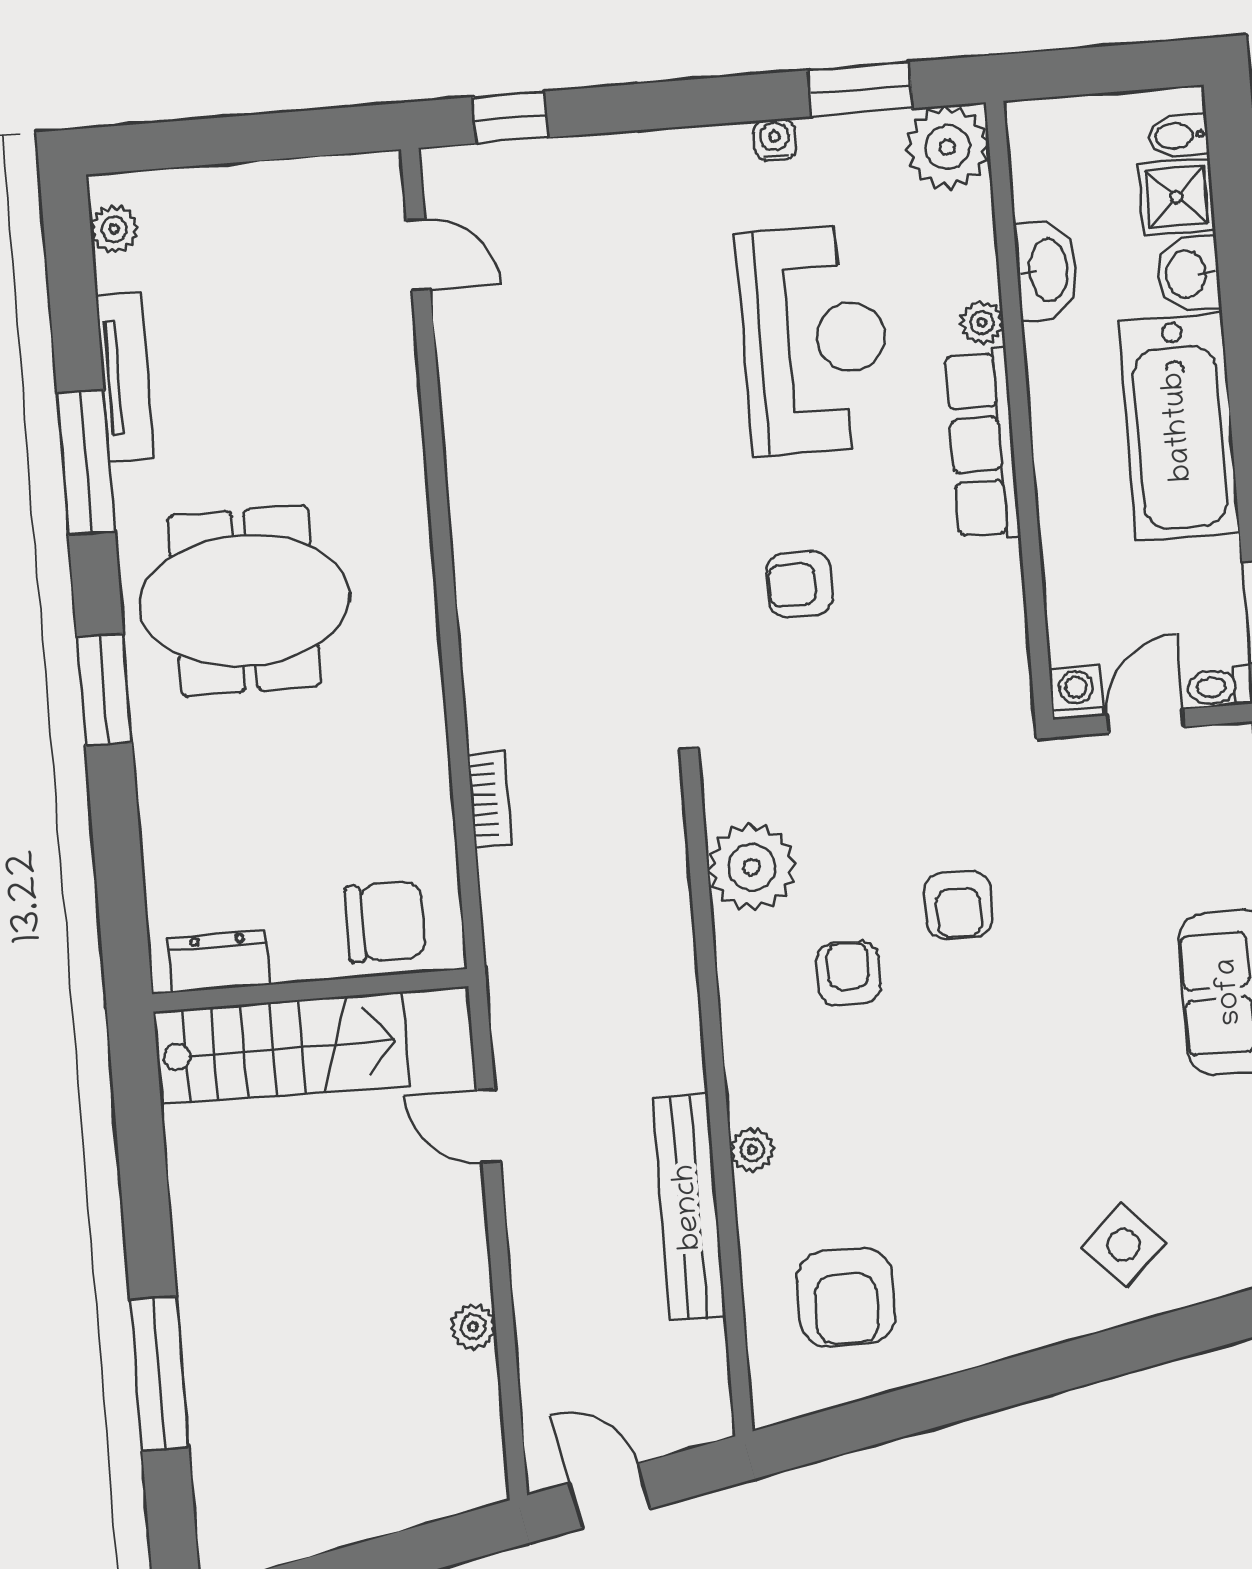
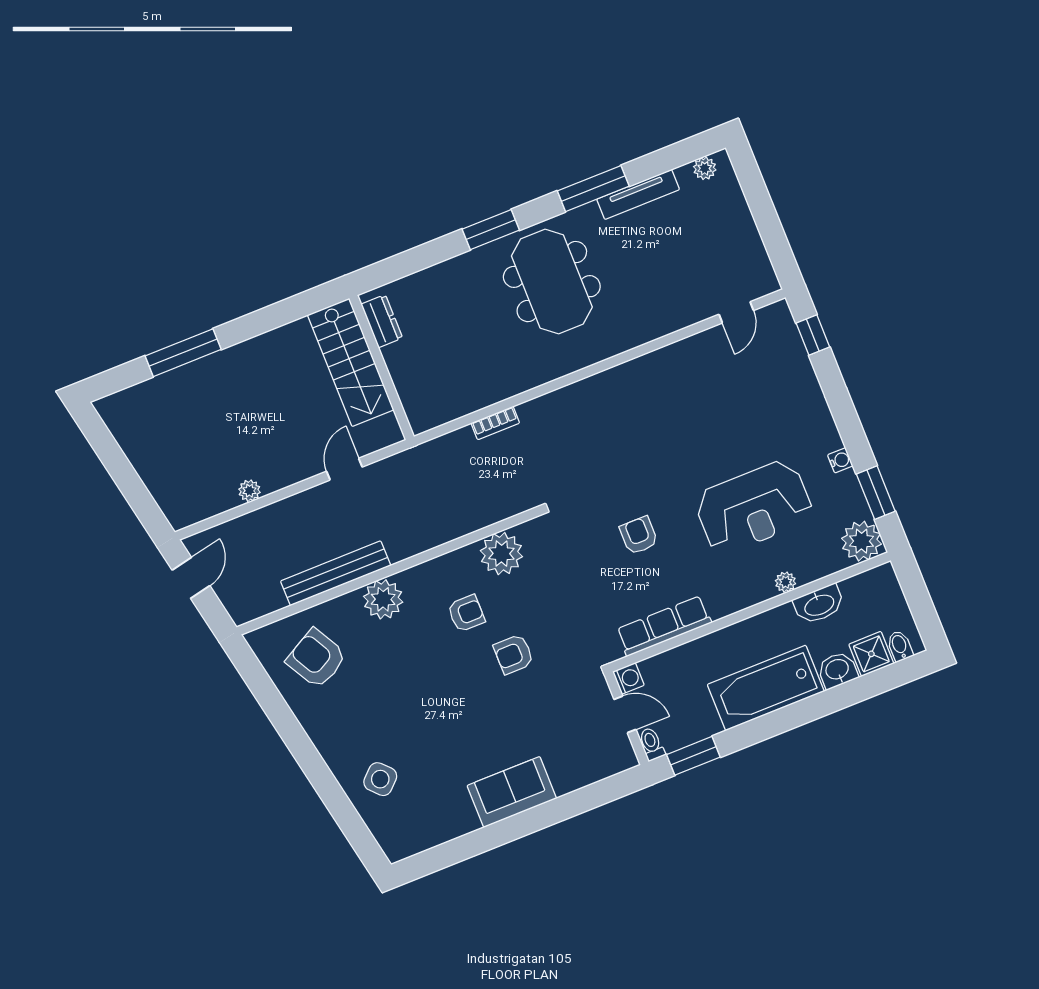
row of seats: (983, 444) -> (664, 626), moved
chair: (385, 922) -> (424, 392), removed
plant: (752, 1150) -> (383, 599), width x1.88, depth x1.88
armchair: (846, 1297) -> (316, 658), turned 61

